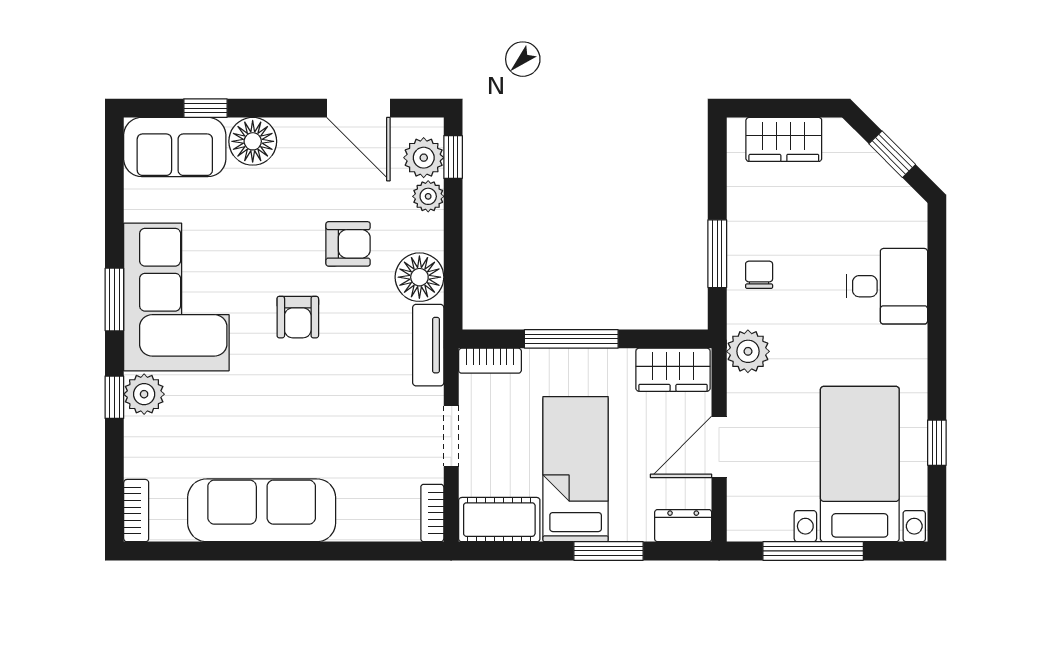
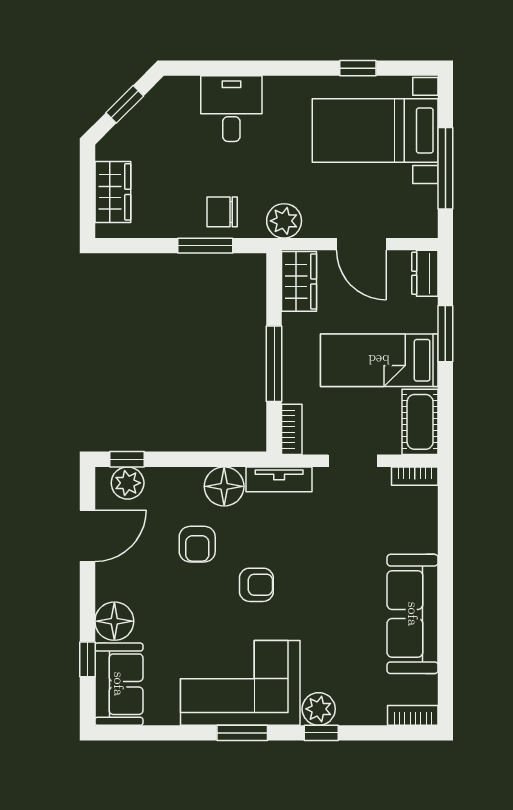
plant: (428, 196) -> (159, 479), removed
armchair: (348, 244) -> (197, 544), turned 180
chair: (759, 275) -> (222, 212), width x1.37, depth x1.37

